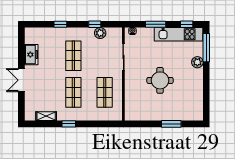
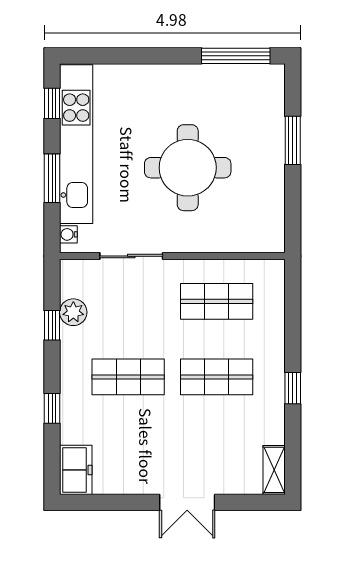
kitchen unit: (179, 34) -> (76, 144), width x1.36
window: (206, 48) -> (236, 56), moved
freezer: (31, 55) -> (76, 470), moved, turned 90
plant: (197, 62) -> (144, 77), removed
round table: (160, 80) -> (188, 168), width x1.36, depth x1.36
shelving: (46, 116) -> (274, 470), moved

